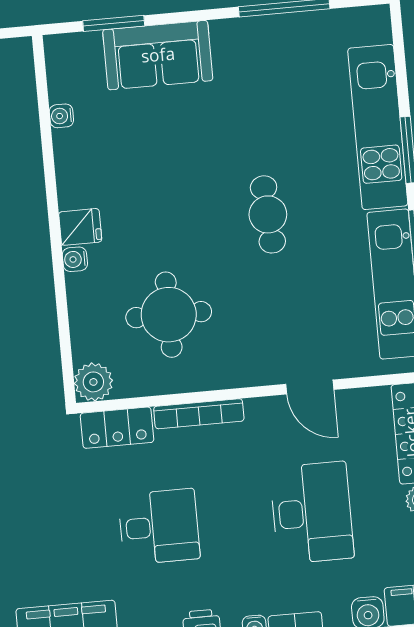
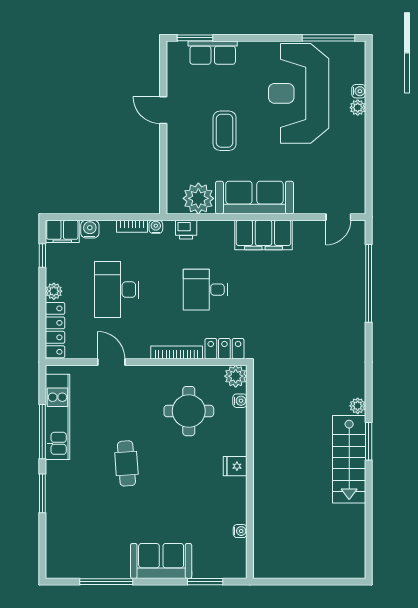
sofa: (158, 55) -> (161, 561), moved
kitchen unit: (378, 127) -> (59, 508), removed
water cooler: (75, 259) -> (240, 401), moved

